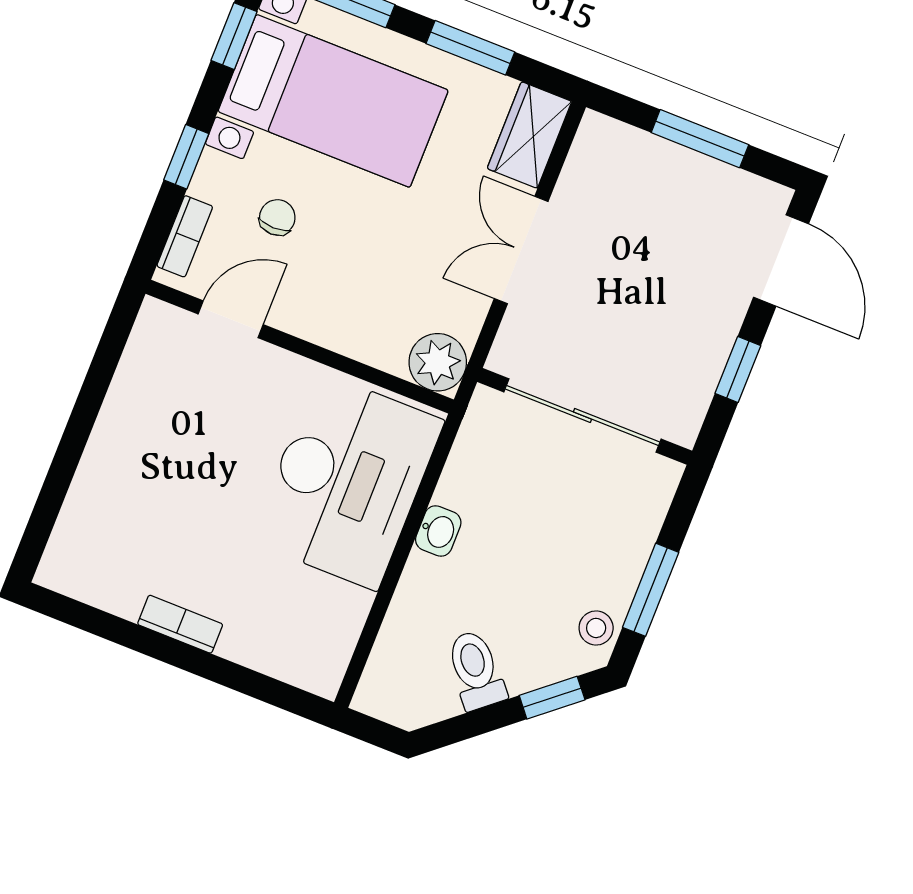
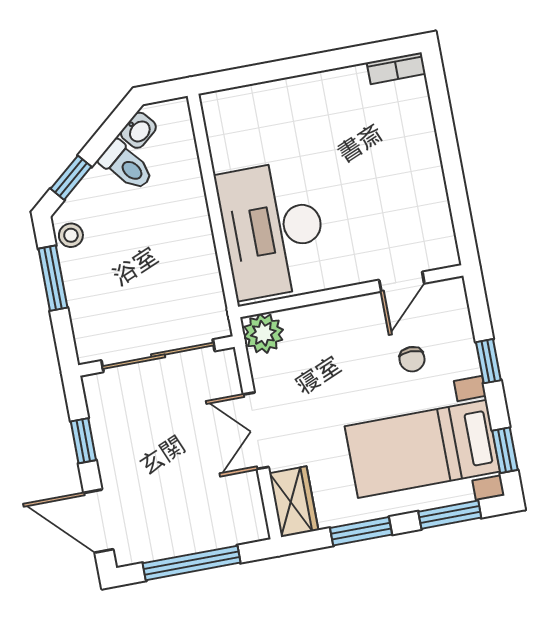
window: (700, 139) -> (192, 563), width x1.44
bookcase: (185, 236) -> (460, 314), removed
double door: (521, 250) -> (256, 431), swing flipped
washbasin: (438, 531) -> (138, 130), moved, turned -130
bookcase: (180, 624) -> (396, 68), moved

